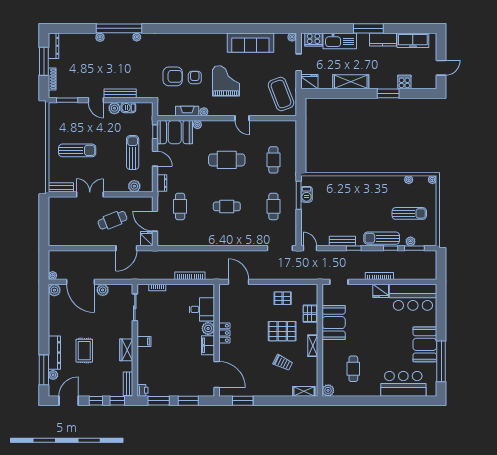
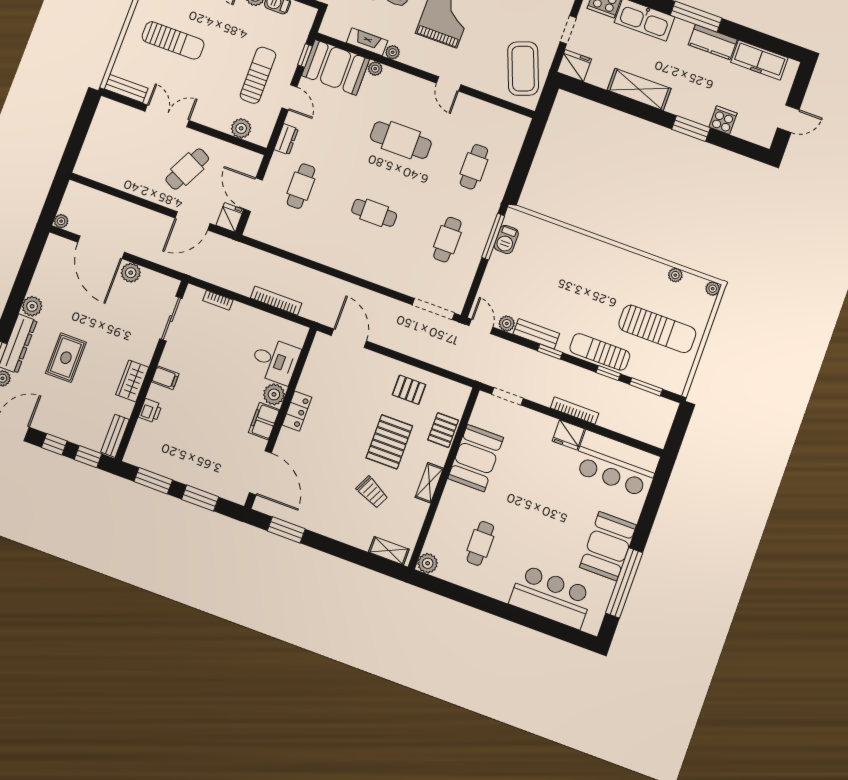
sun lounger: (409, 213) -> (657, 329), width x1.36, depth x1.34
cafe table: (112, 220) -> (187, 169), turned -42
plant: (411, 241) -> (507, 323), moved
plant: (54, 290) -> (32, 306), moved
pallet: (282, 331) -> (389, 442), turned 90
printer: (142, 390) -> (150, 411), moved

